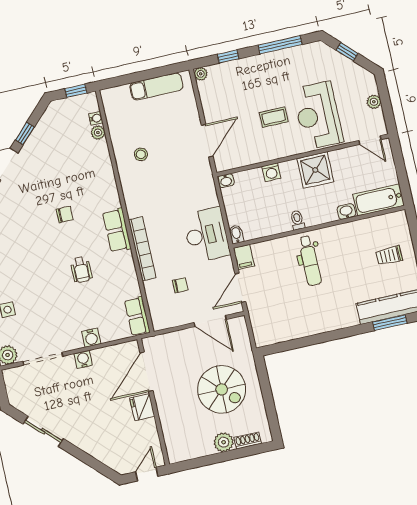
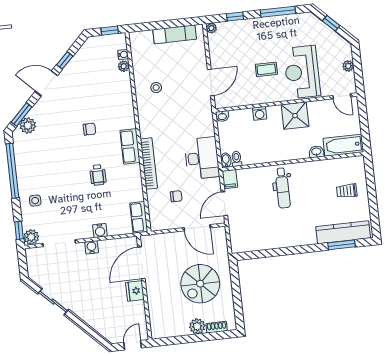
toilet: (297, 220) -> (237, 159), moved
spiral stairs: (222, 389) -> (200, 284), turned 90

